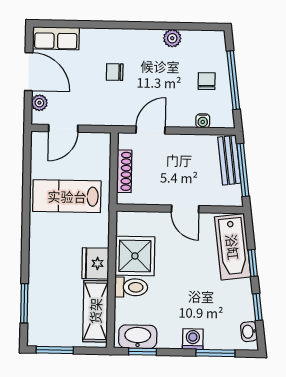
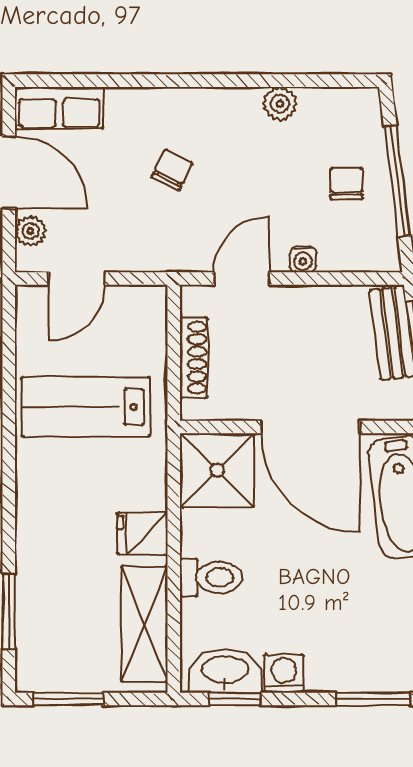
chair: (115, 72) -> (172, 170), turned 116
water cooler: (203, 121) -> (303, 259), moved
door: (185, 209) -> (310, 427), width x1.88
shower: (135, 256) -> (217, 470), moved
fridge: (95, 263) -> (142, 533), width x0.72
washing machine: (193, 339) -> (284, 673), moved

